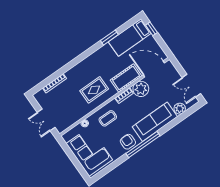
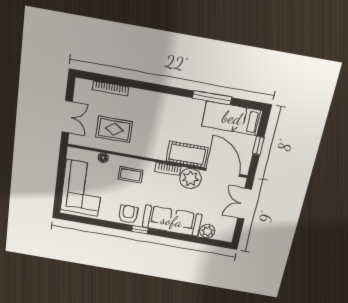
window: (151, 29) -> (258, 146), moved
window: (109, 38) -> (212, 98), width x1.44
double door: (191, 86) -> (244, 204), moved
rug: (94, 90) -> (114, 129), moved
double door: (46, 120) -> (67, 117), swing flipped
window: (143, 145) -> (140, 230), width x0.32

